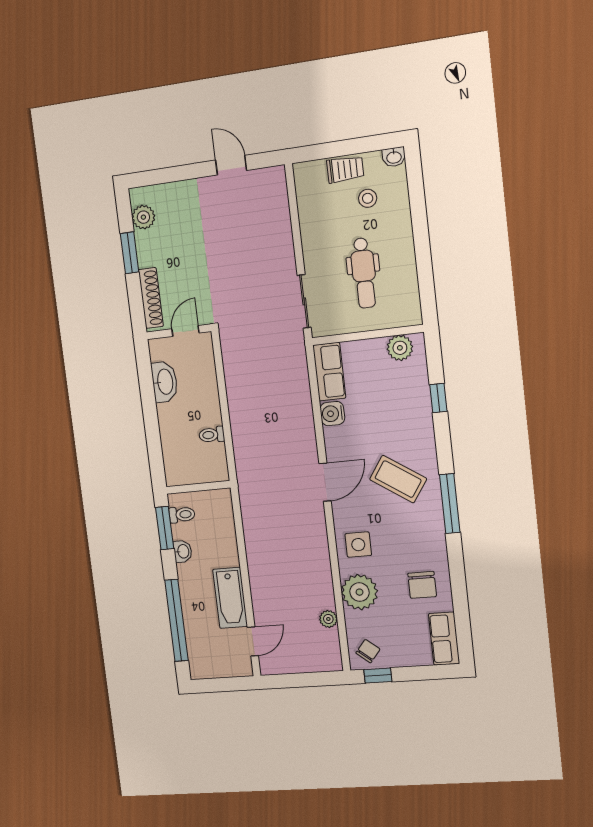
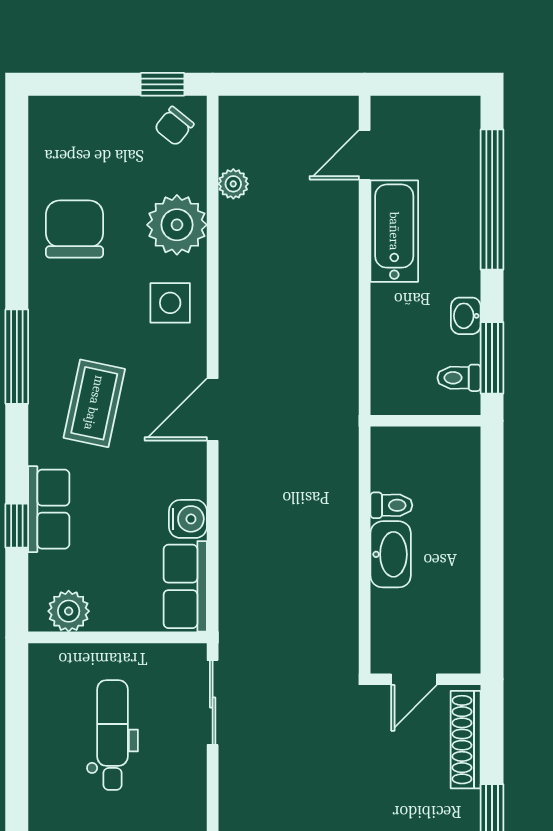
washbasin: (165, 382) -> (391, 554), moved, turned 180
coffee table: (398, 479) -> (94, 403), turned 68
chair: (422, 585) -> (74, 229), width x1.37, depth x1.37
row of seats: (444, 639) -> (49, 509), moved

